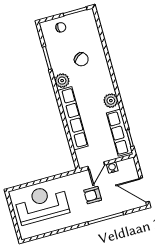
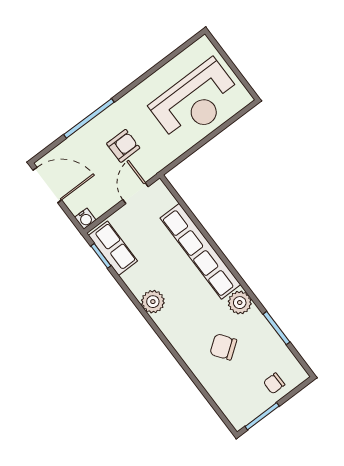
row of seats: (119, 133) -> (113, 248), width x0.68
water cooler: (112, 168) -> (85, 219), moved

